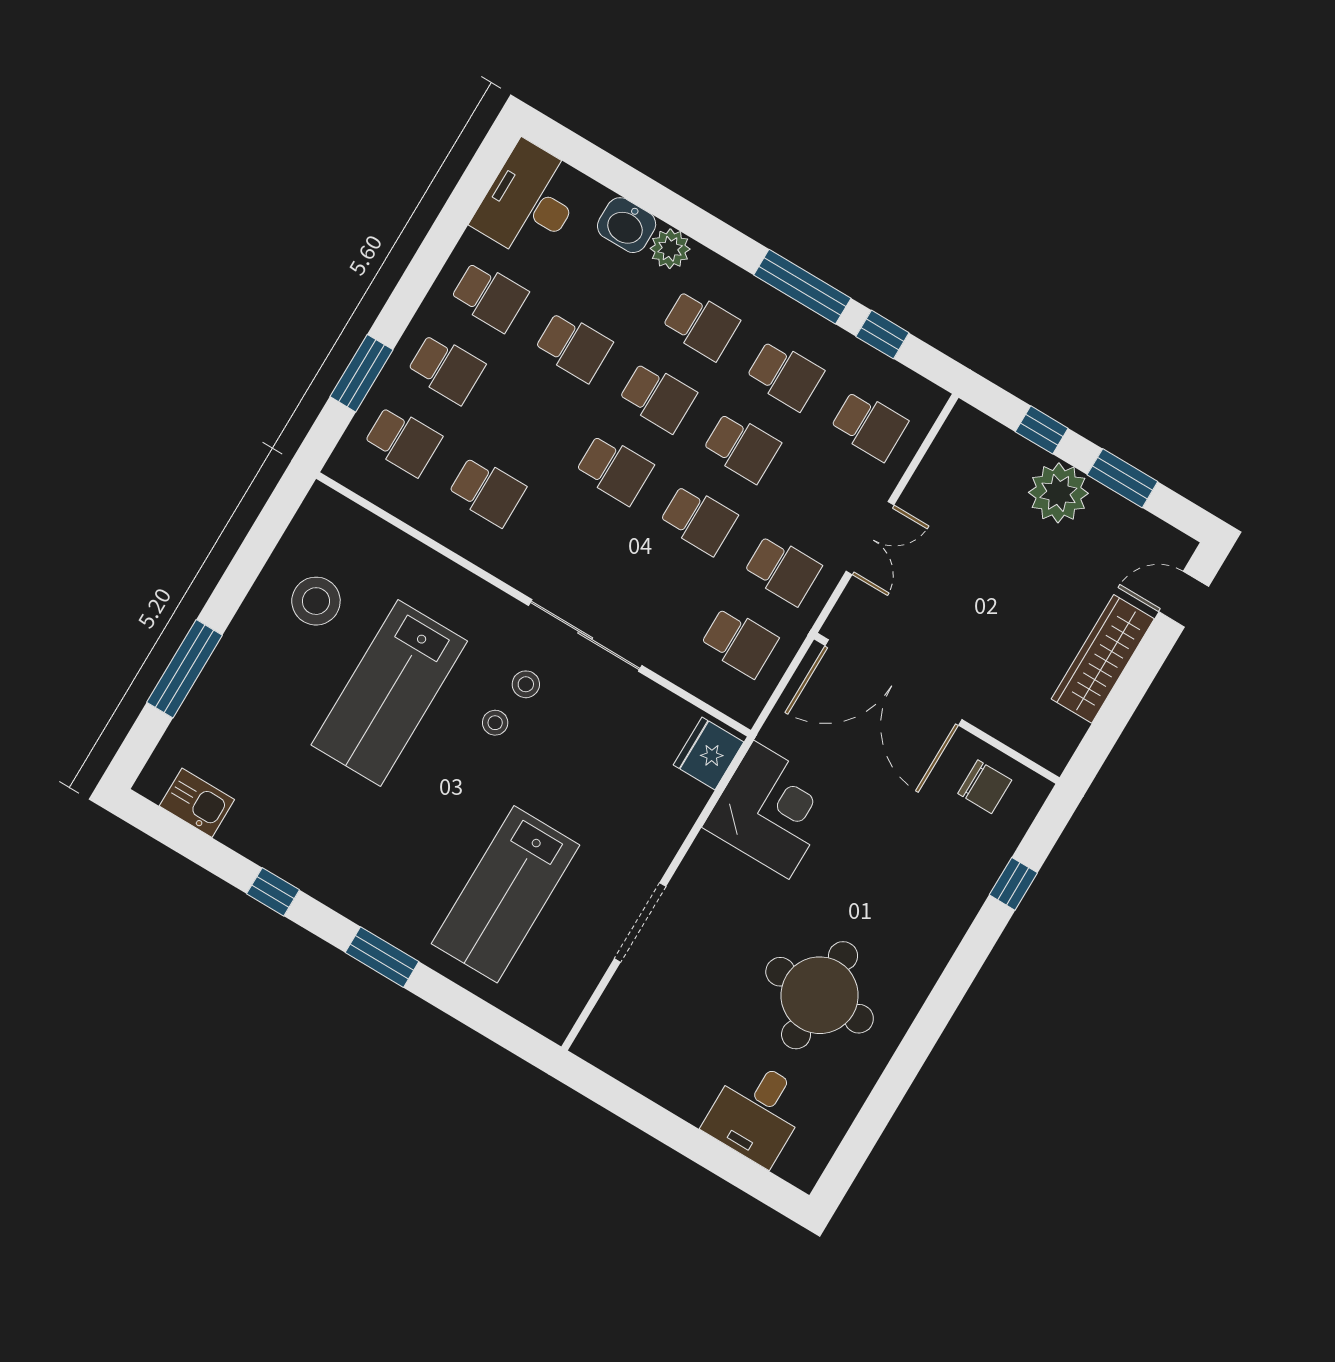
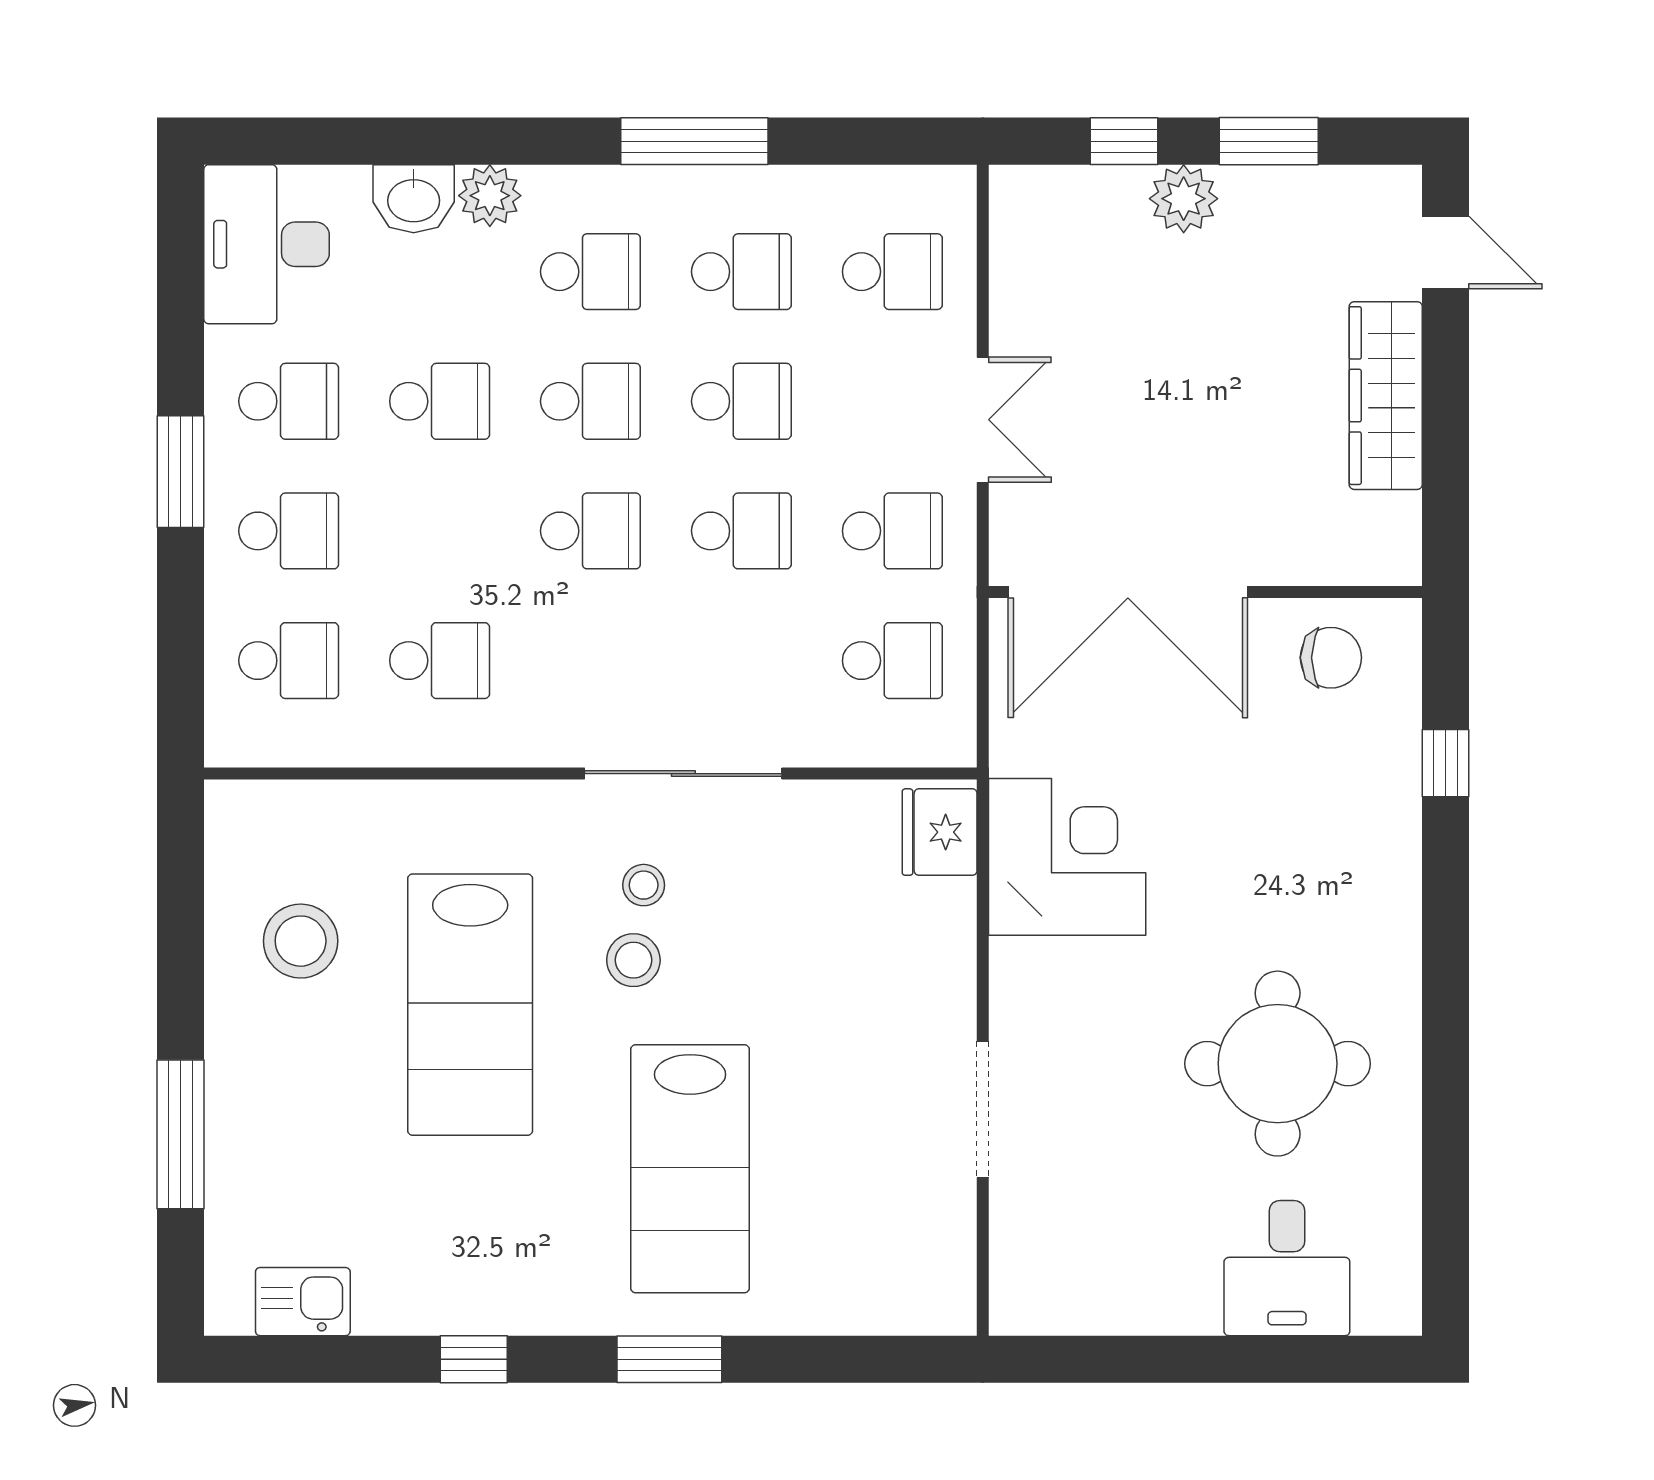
window: (882, 335) -> (838, 141), removed
window: (361, 373) -> (181, 472), moved
plant: (1058, 493) -> (1184, 199), width x0.73, depth x0.73
door: (1184, 599) -> (1446, 252), swing flipped
stool: (495, 723) -> (633, 960), width x1.37, depth x1.37
lab bench: (506, 894) -> (690, 1169), moved

